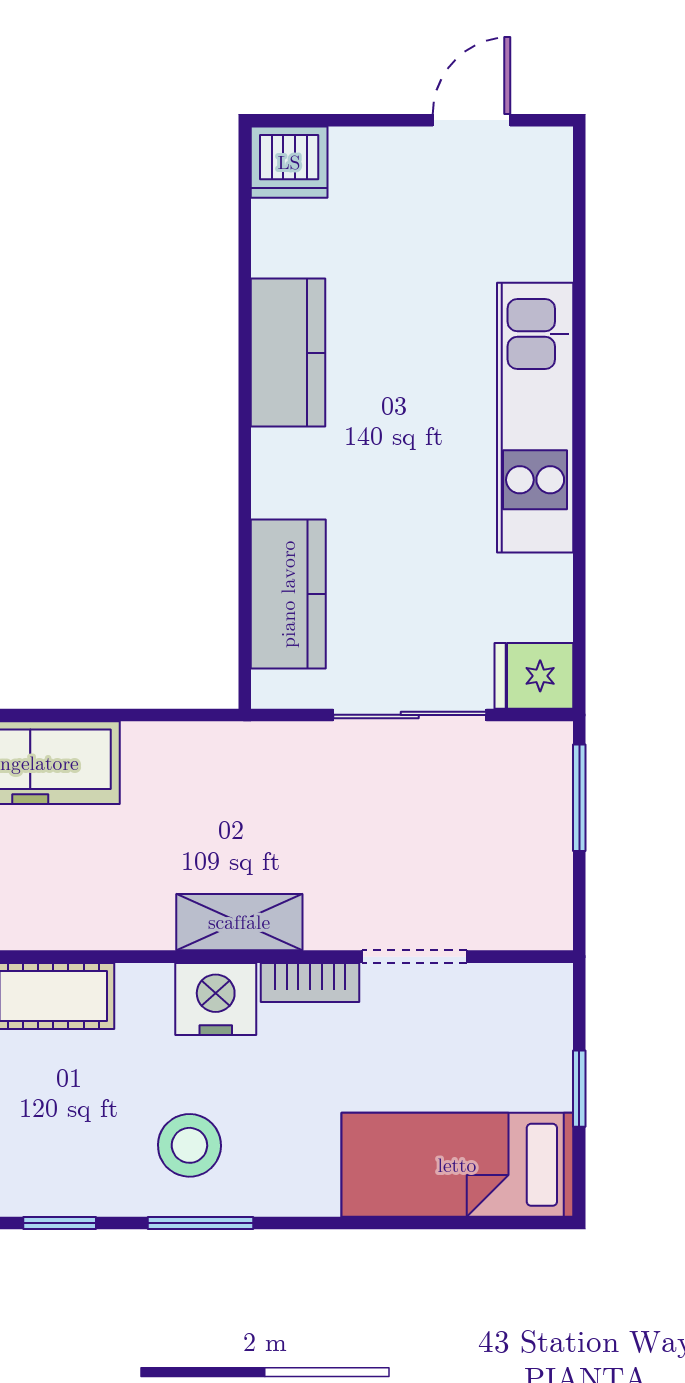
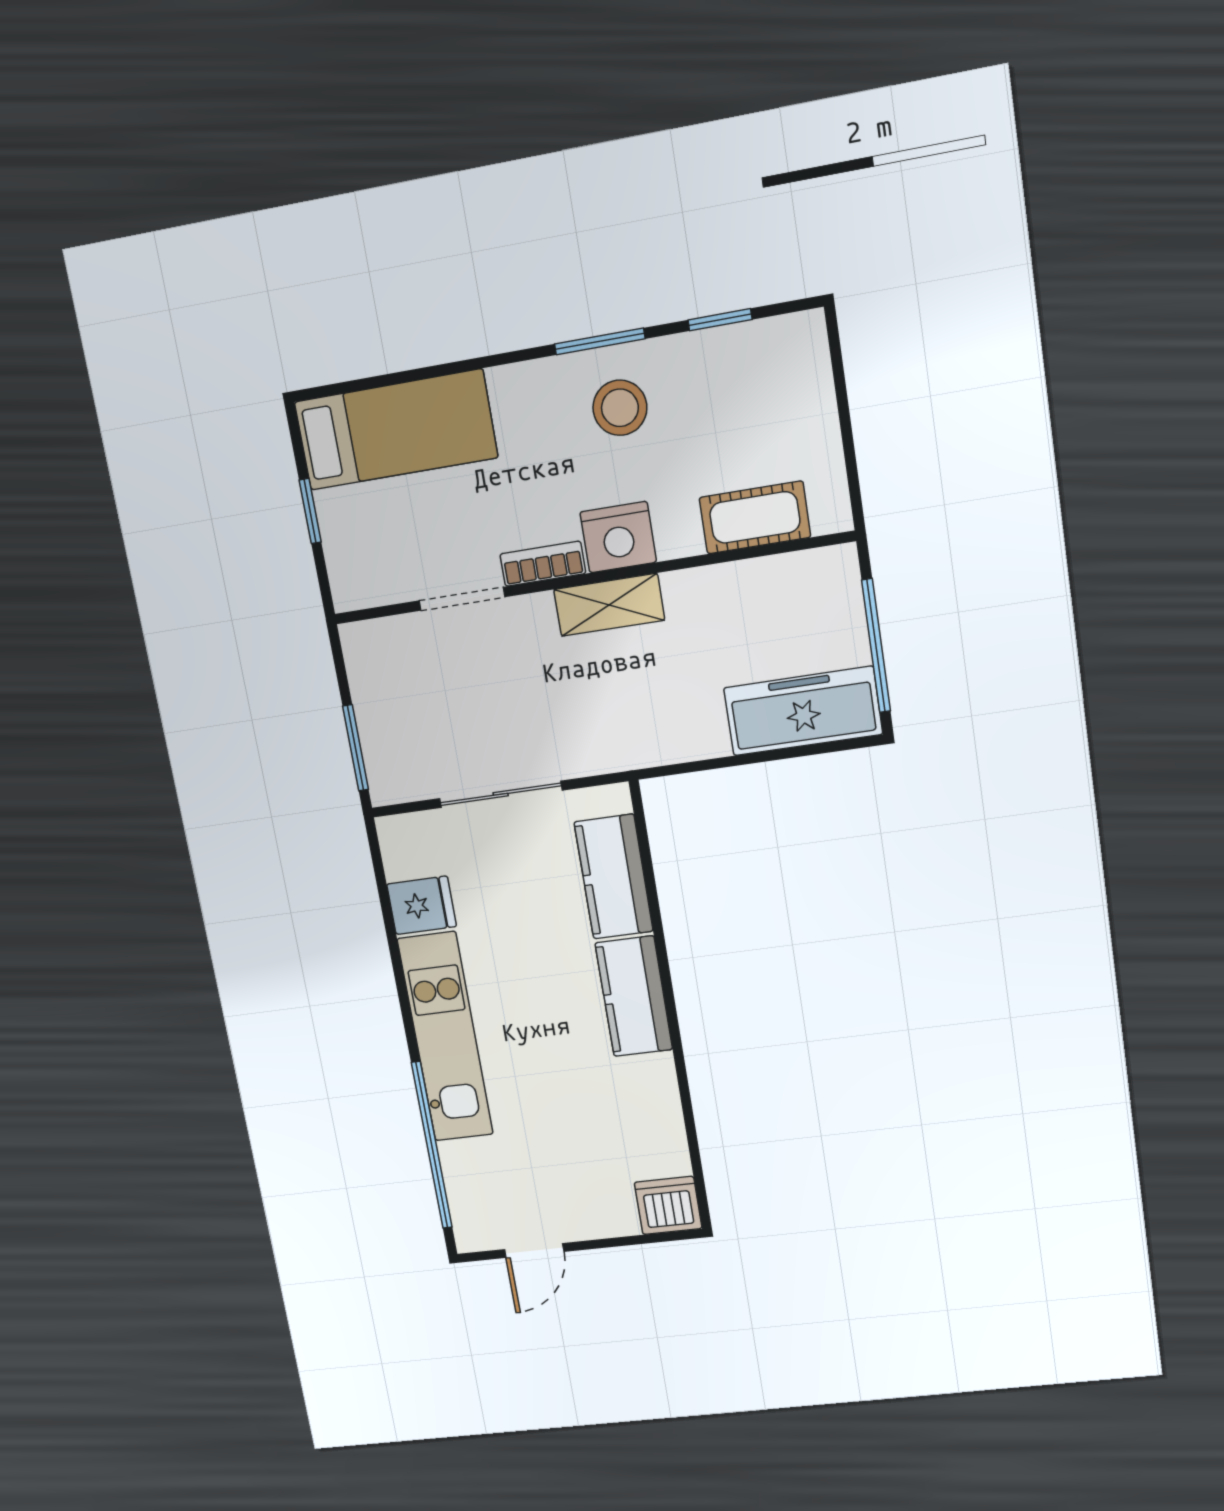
window: (579, 277) -> (432, 1145), added
kitchen counter: (288, 353) -> (634, 996), moved
fridge: (534, 676) -> (422, 905), moved

